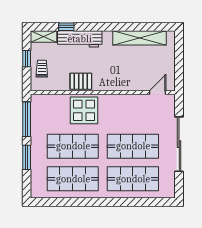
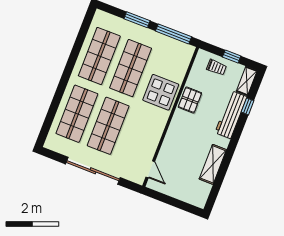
shelving: (140, 38) -> (213, 164), width x0.68

